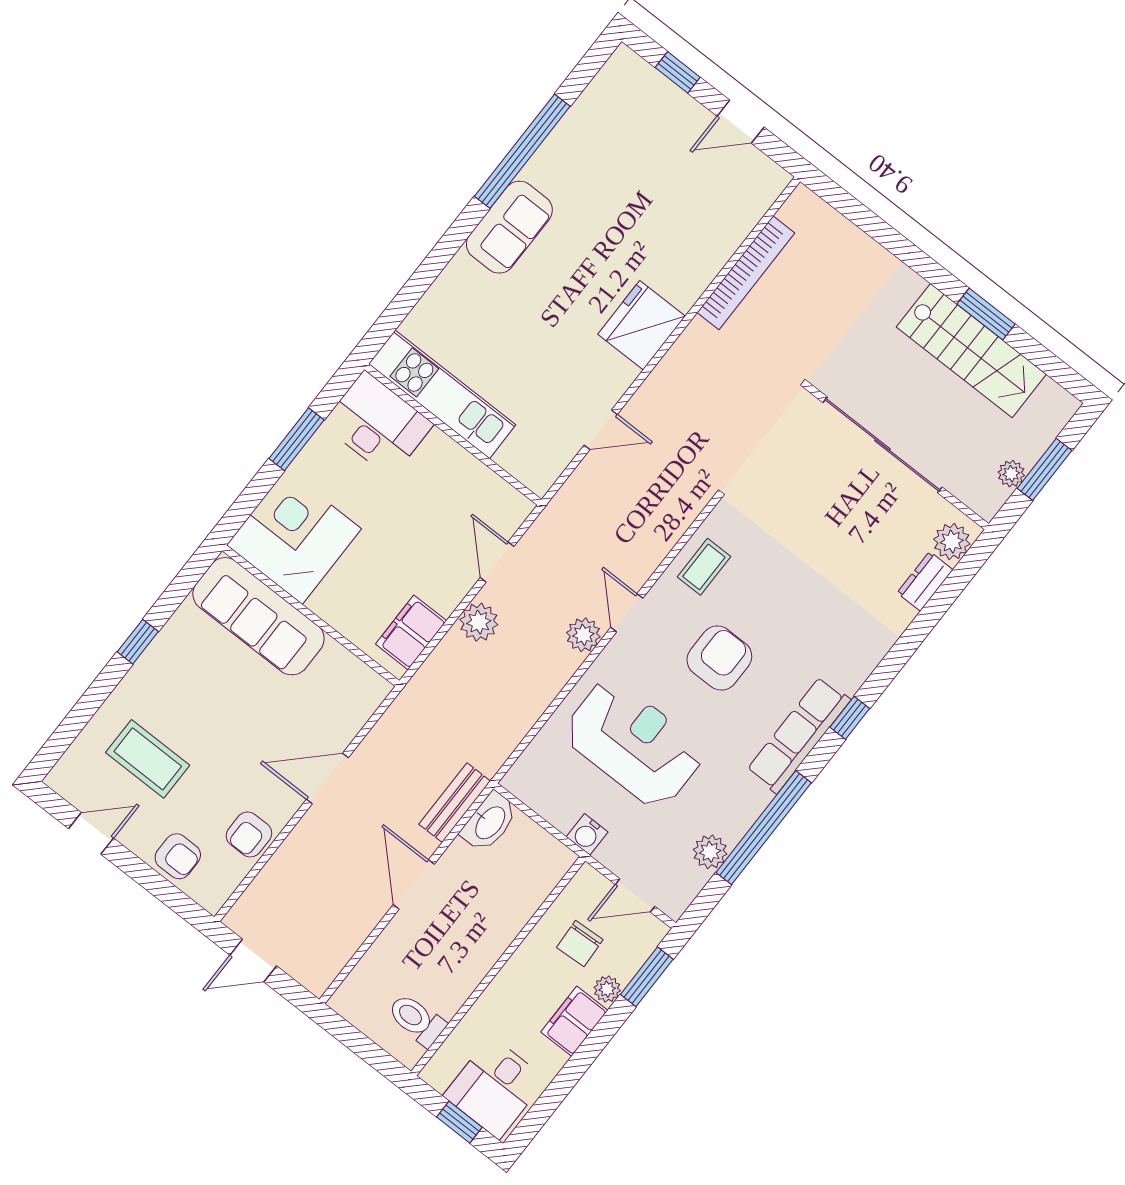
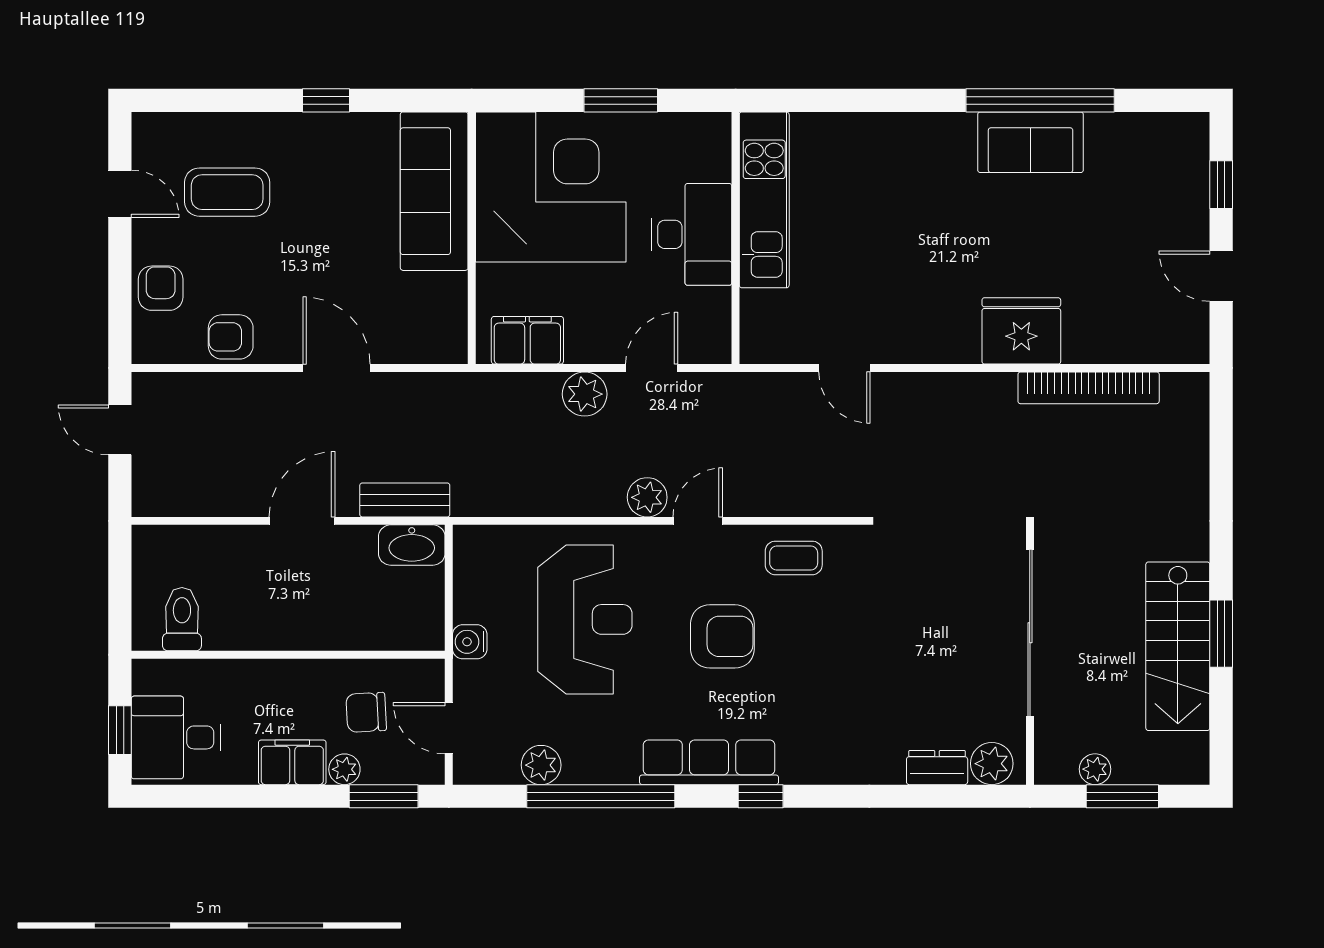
sofa: (509, 227) -> (1031, 142), moved
fridge: (642, 325) -> (1021, 331), moved
desk: (378, 424) -> (692, 234), moved
corner desk: (294, 537) -> (551, 187), width x1.36, depth x1.36
coffee table: (148, 759) -> (227, 192), turned 90
armchair: (178, 856) -> (161, 288), turned 180

